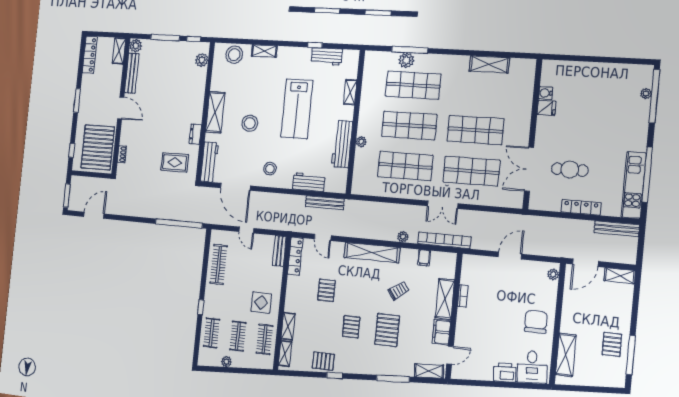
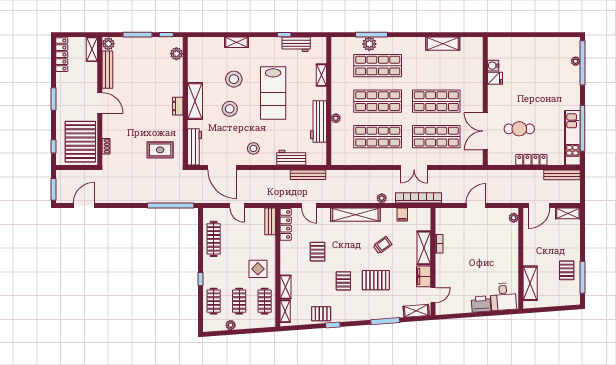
stool: (234, 55) -> (234, 79), moved
dresser: (195, 134) -> (178, 106), moved
chair: (536, 322) -> (503, 259), removed
pallet: (387, 330) -> (376, 280), turned 90

